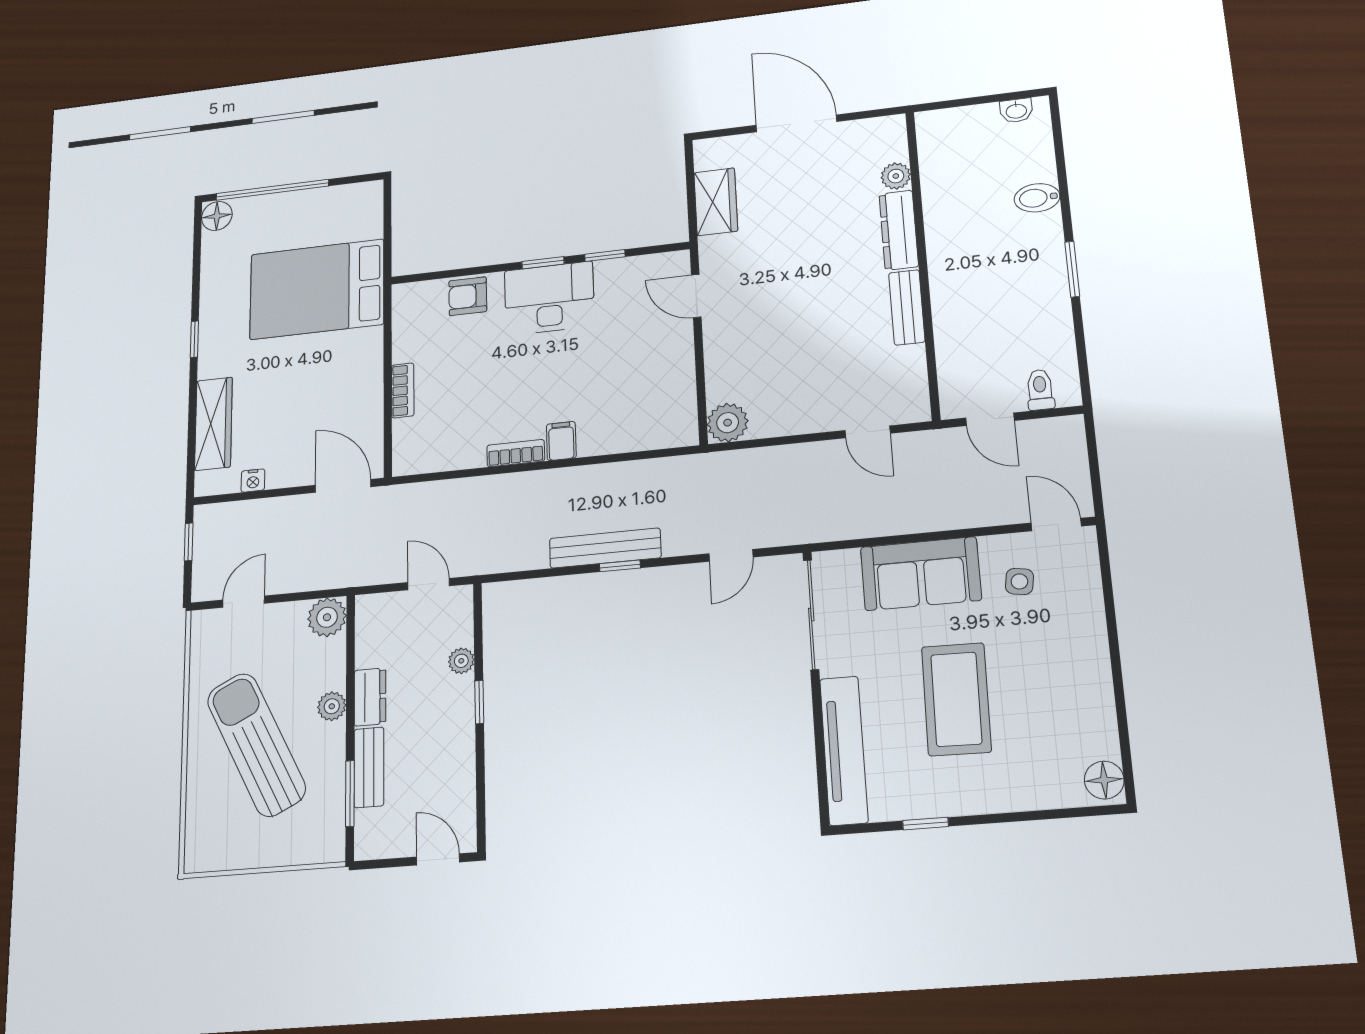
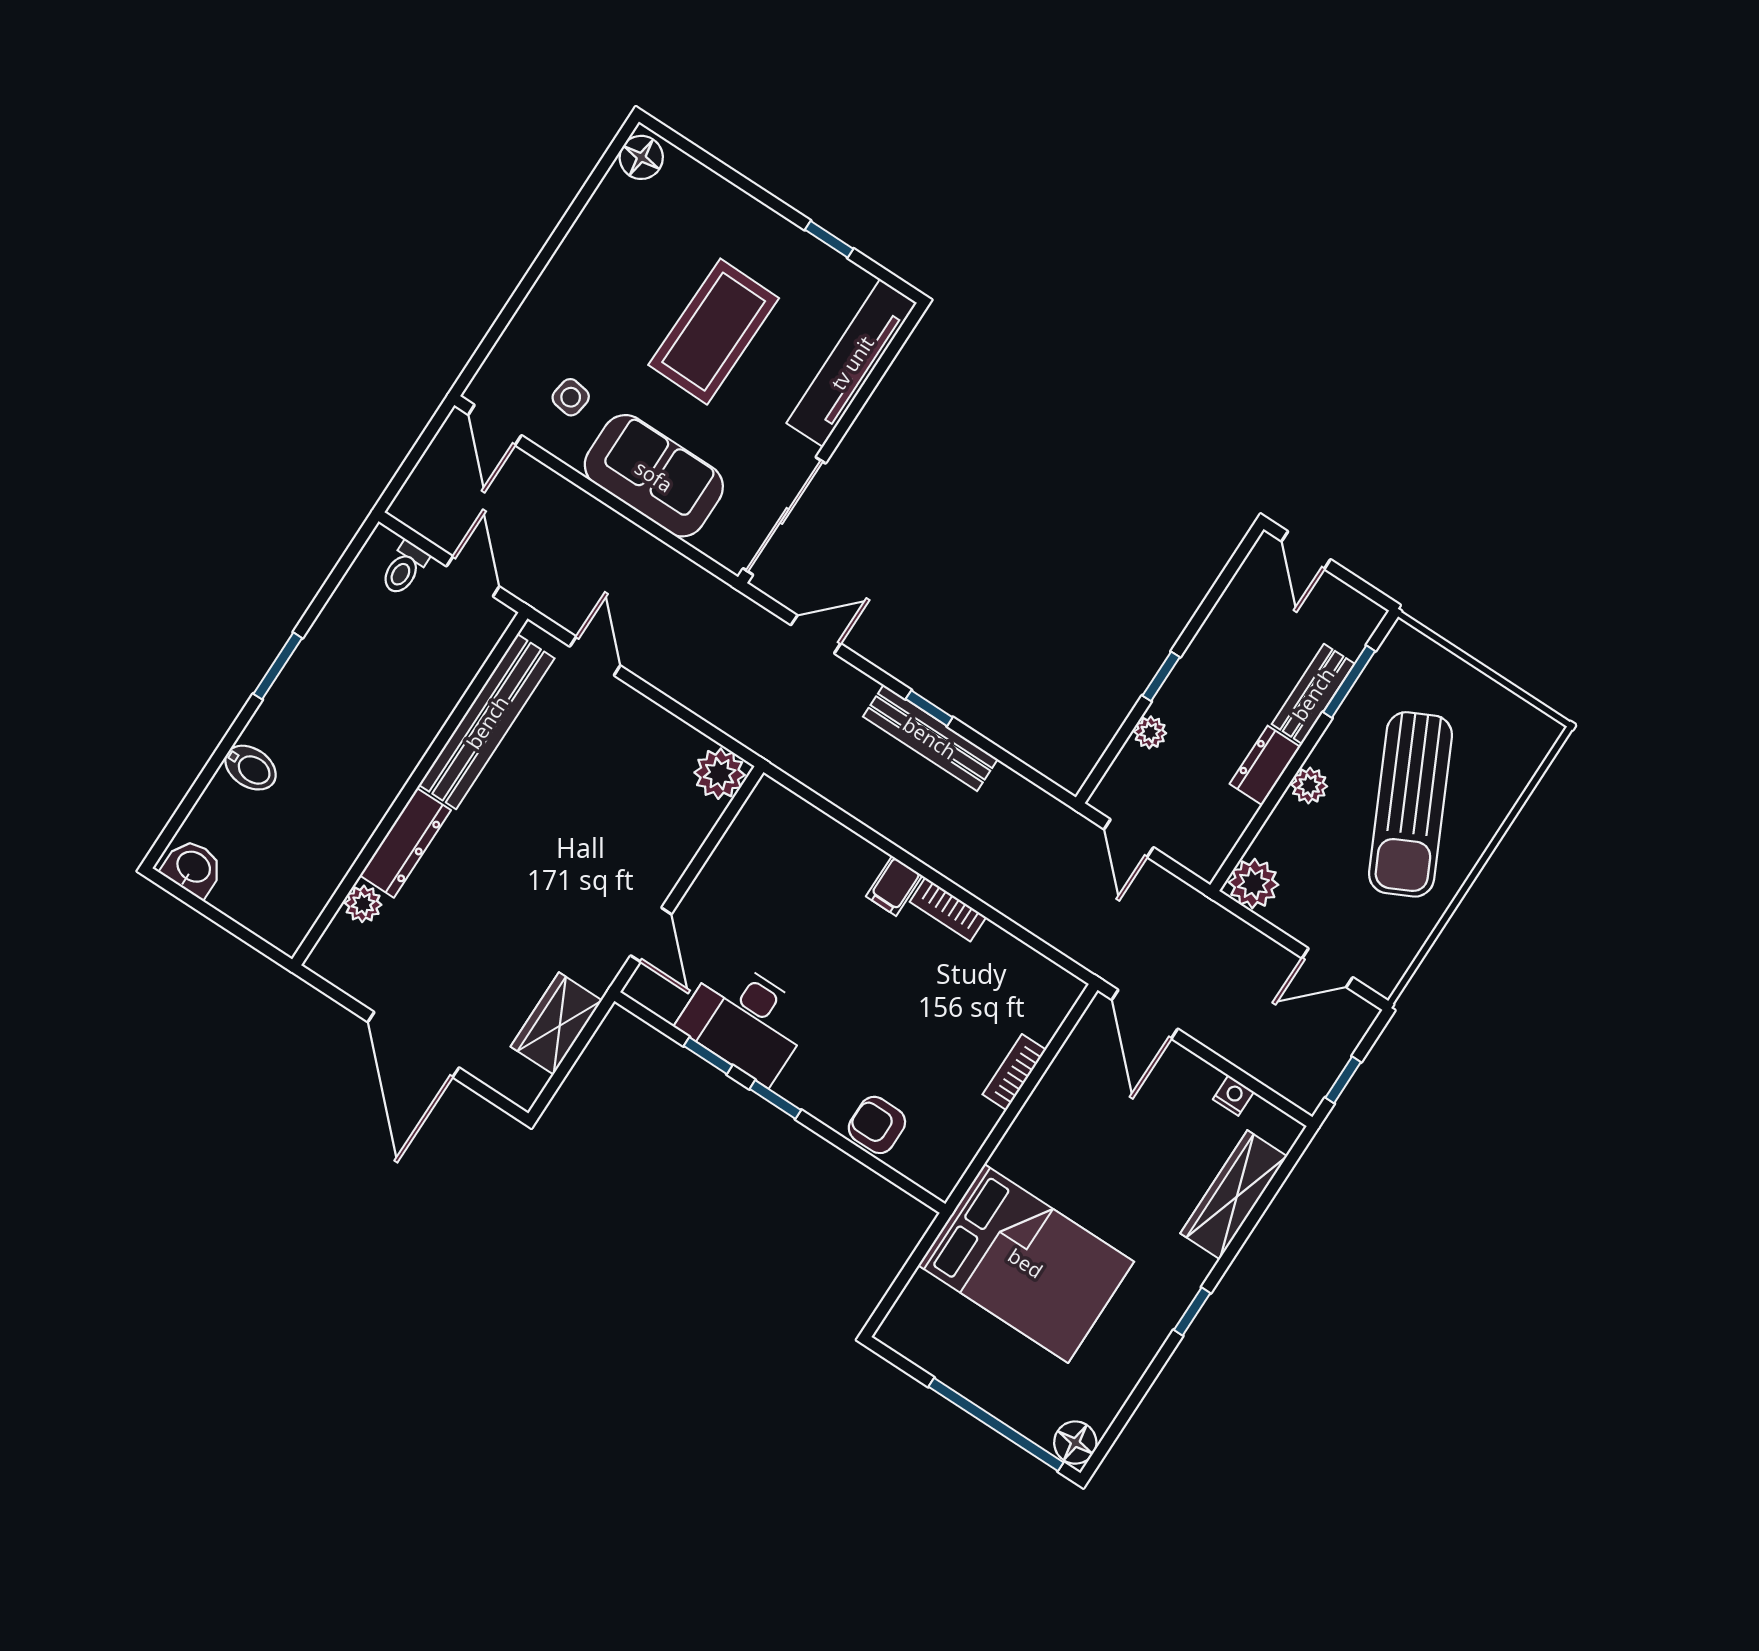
washbasin: (1016, 111) -> (193, 868), width x1.38, depth x1.45
armchair: (468, 296) -> (877, 1125), turned 180
desk: (549, 298) -> (745, 1020), moved
bench: (907, 307) -> (487, 722), width x1.86, depth x1.21

